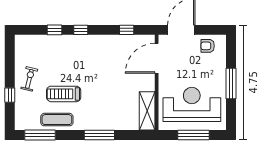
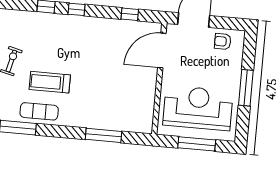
shelving: (147, 111) -> (145, 111), removed
window: (99, 135) -> (103, 135), moved

